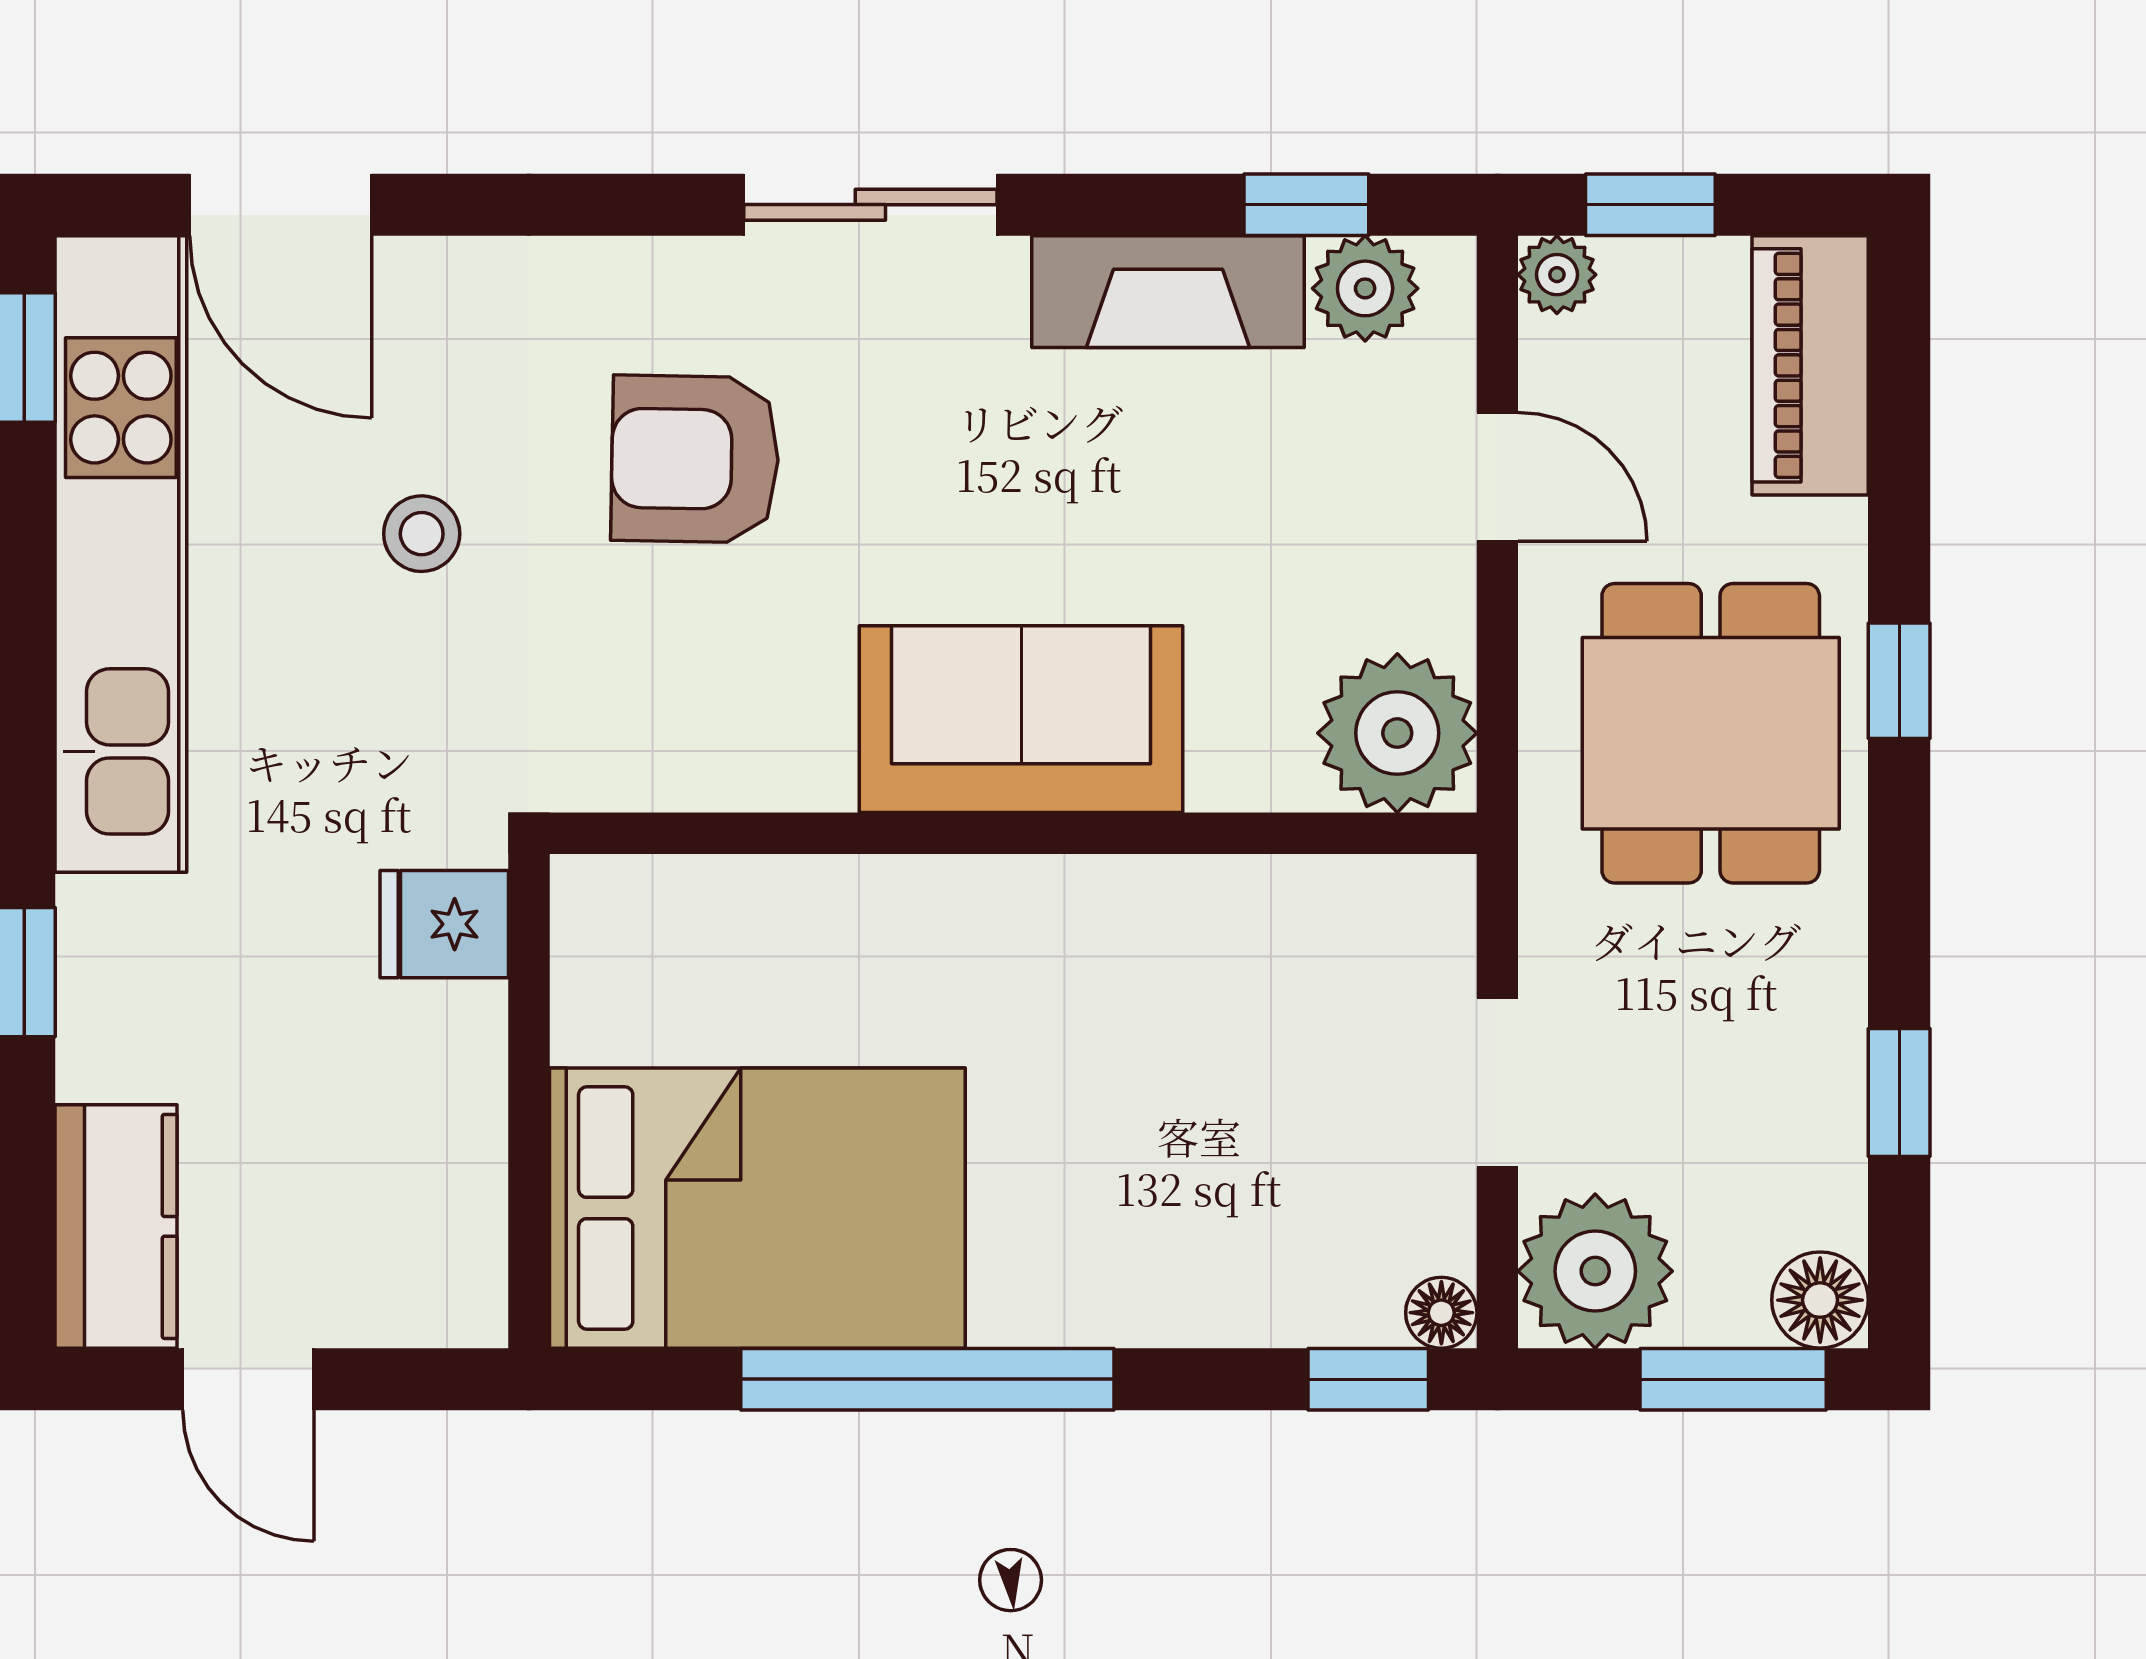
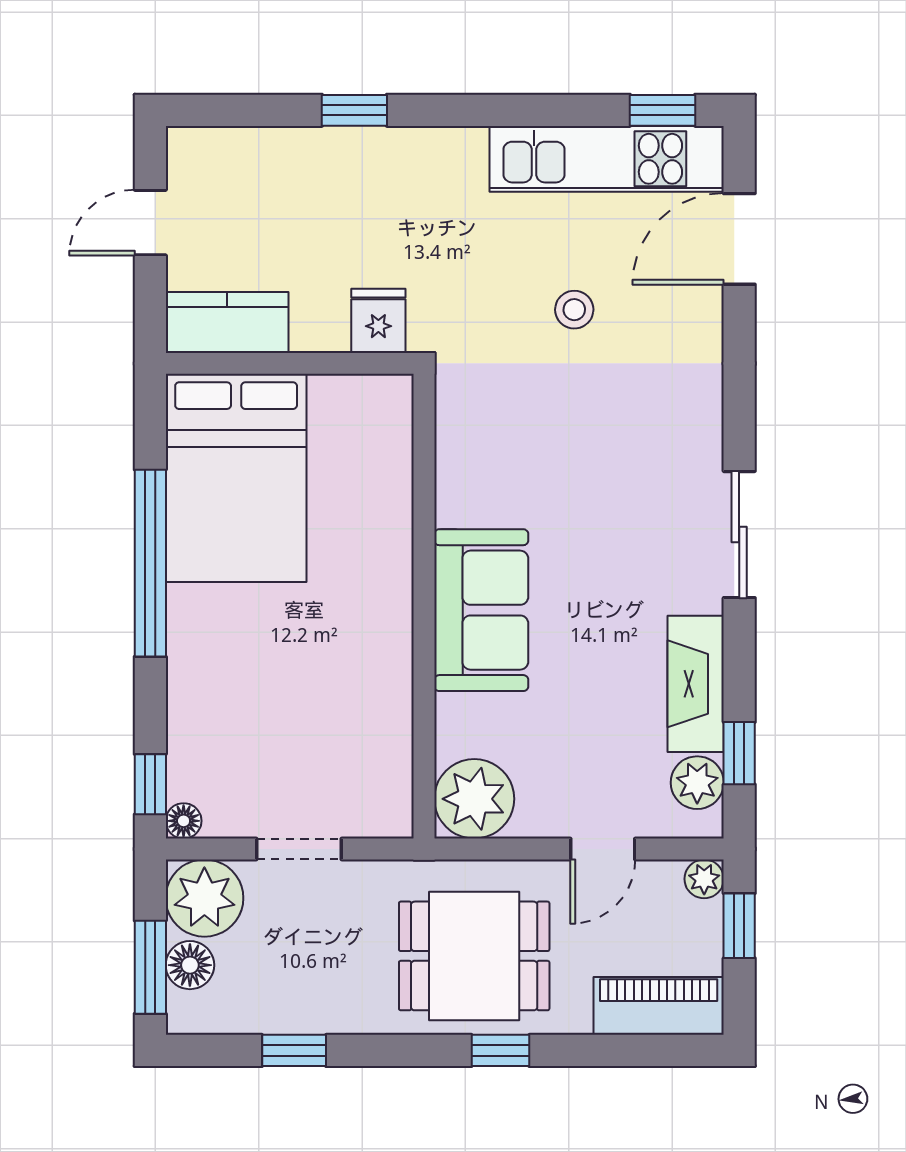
armchair: (695, 459) -> (612, 447), removed
kitchen unit: (121, 554) -> (607, 159), width x0.73
kitchen counter: (116, 1226) -> (227, 323), moved, turned 180
floor lamp: (1820, 1300) -> (190, 965), moved

